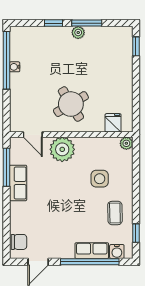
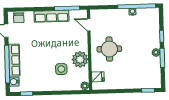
round table: (71, 104) -> (109, 49), turned 31
door: (33, 135) -> (89, 25), hinge flipped
plant: (62, 149) -> (80, 59), moved
row of seats: (18, 183) -> (51, 16), width x1.48
coffee table: (115, 213) -> (39, 80), removed
row of seats: (92, 251) -> (14, 60), width x1.48

